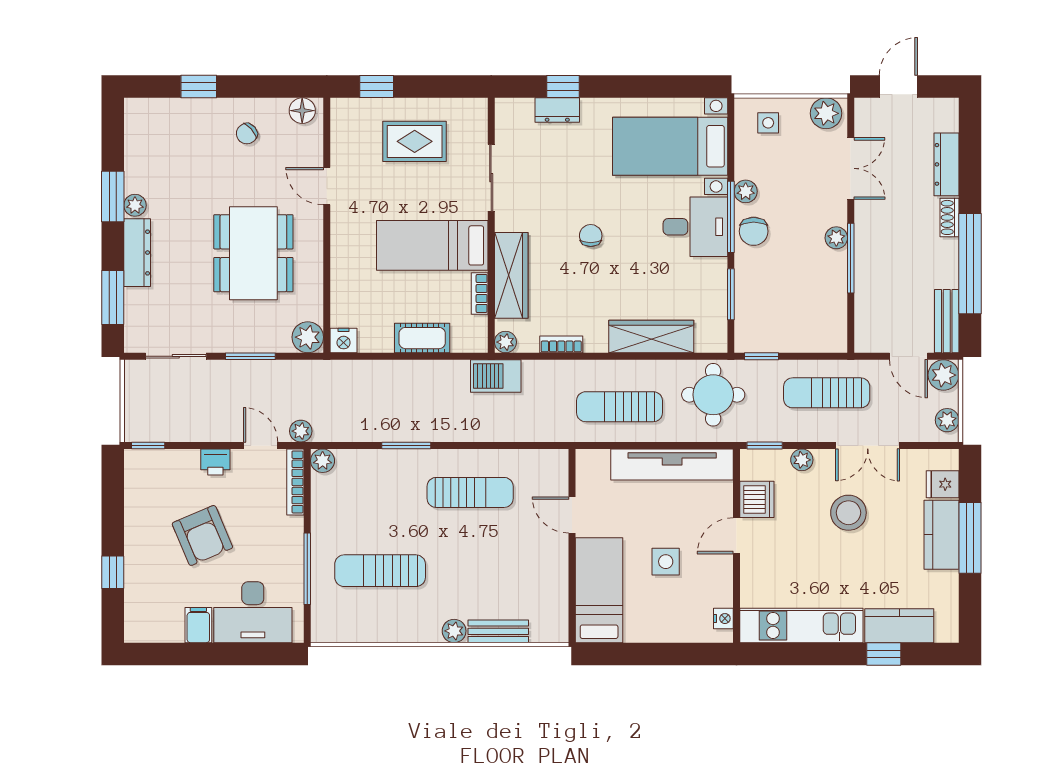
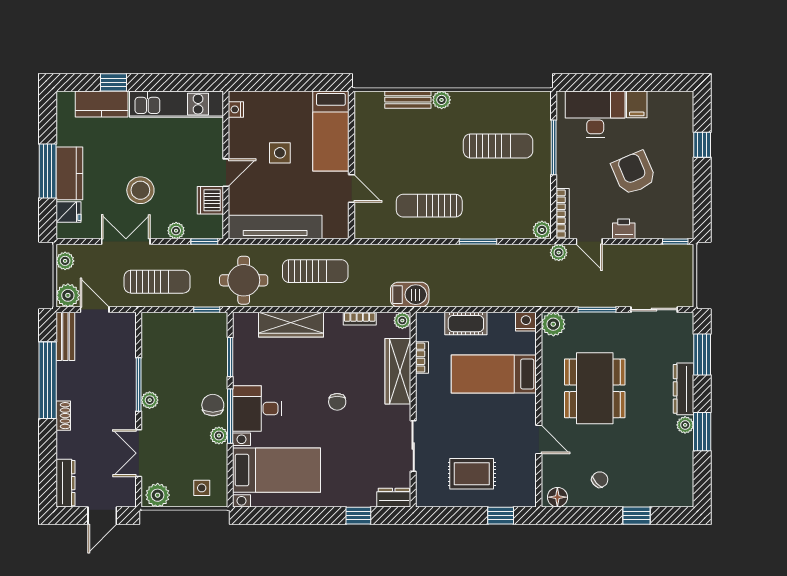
dresser: (557, 110) -> (394, 498), moved
dresser: (947, 164) -> (66, 483), moved
bed: (432, 245) -> (494, 374), moved, turned 180

